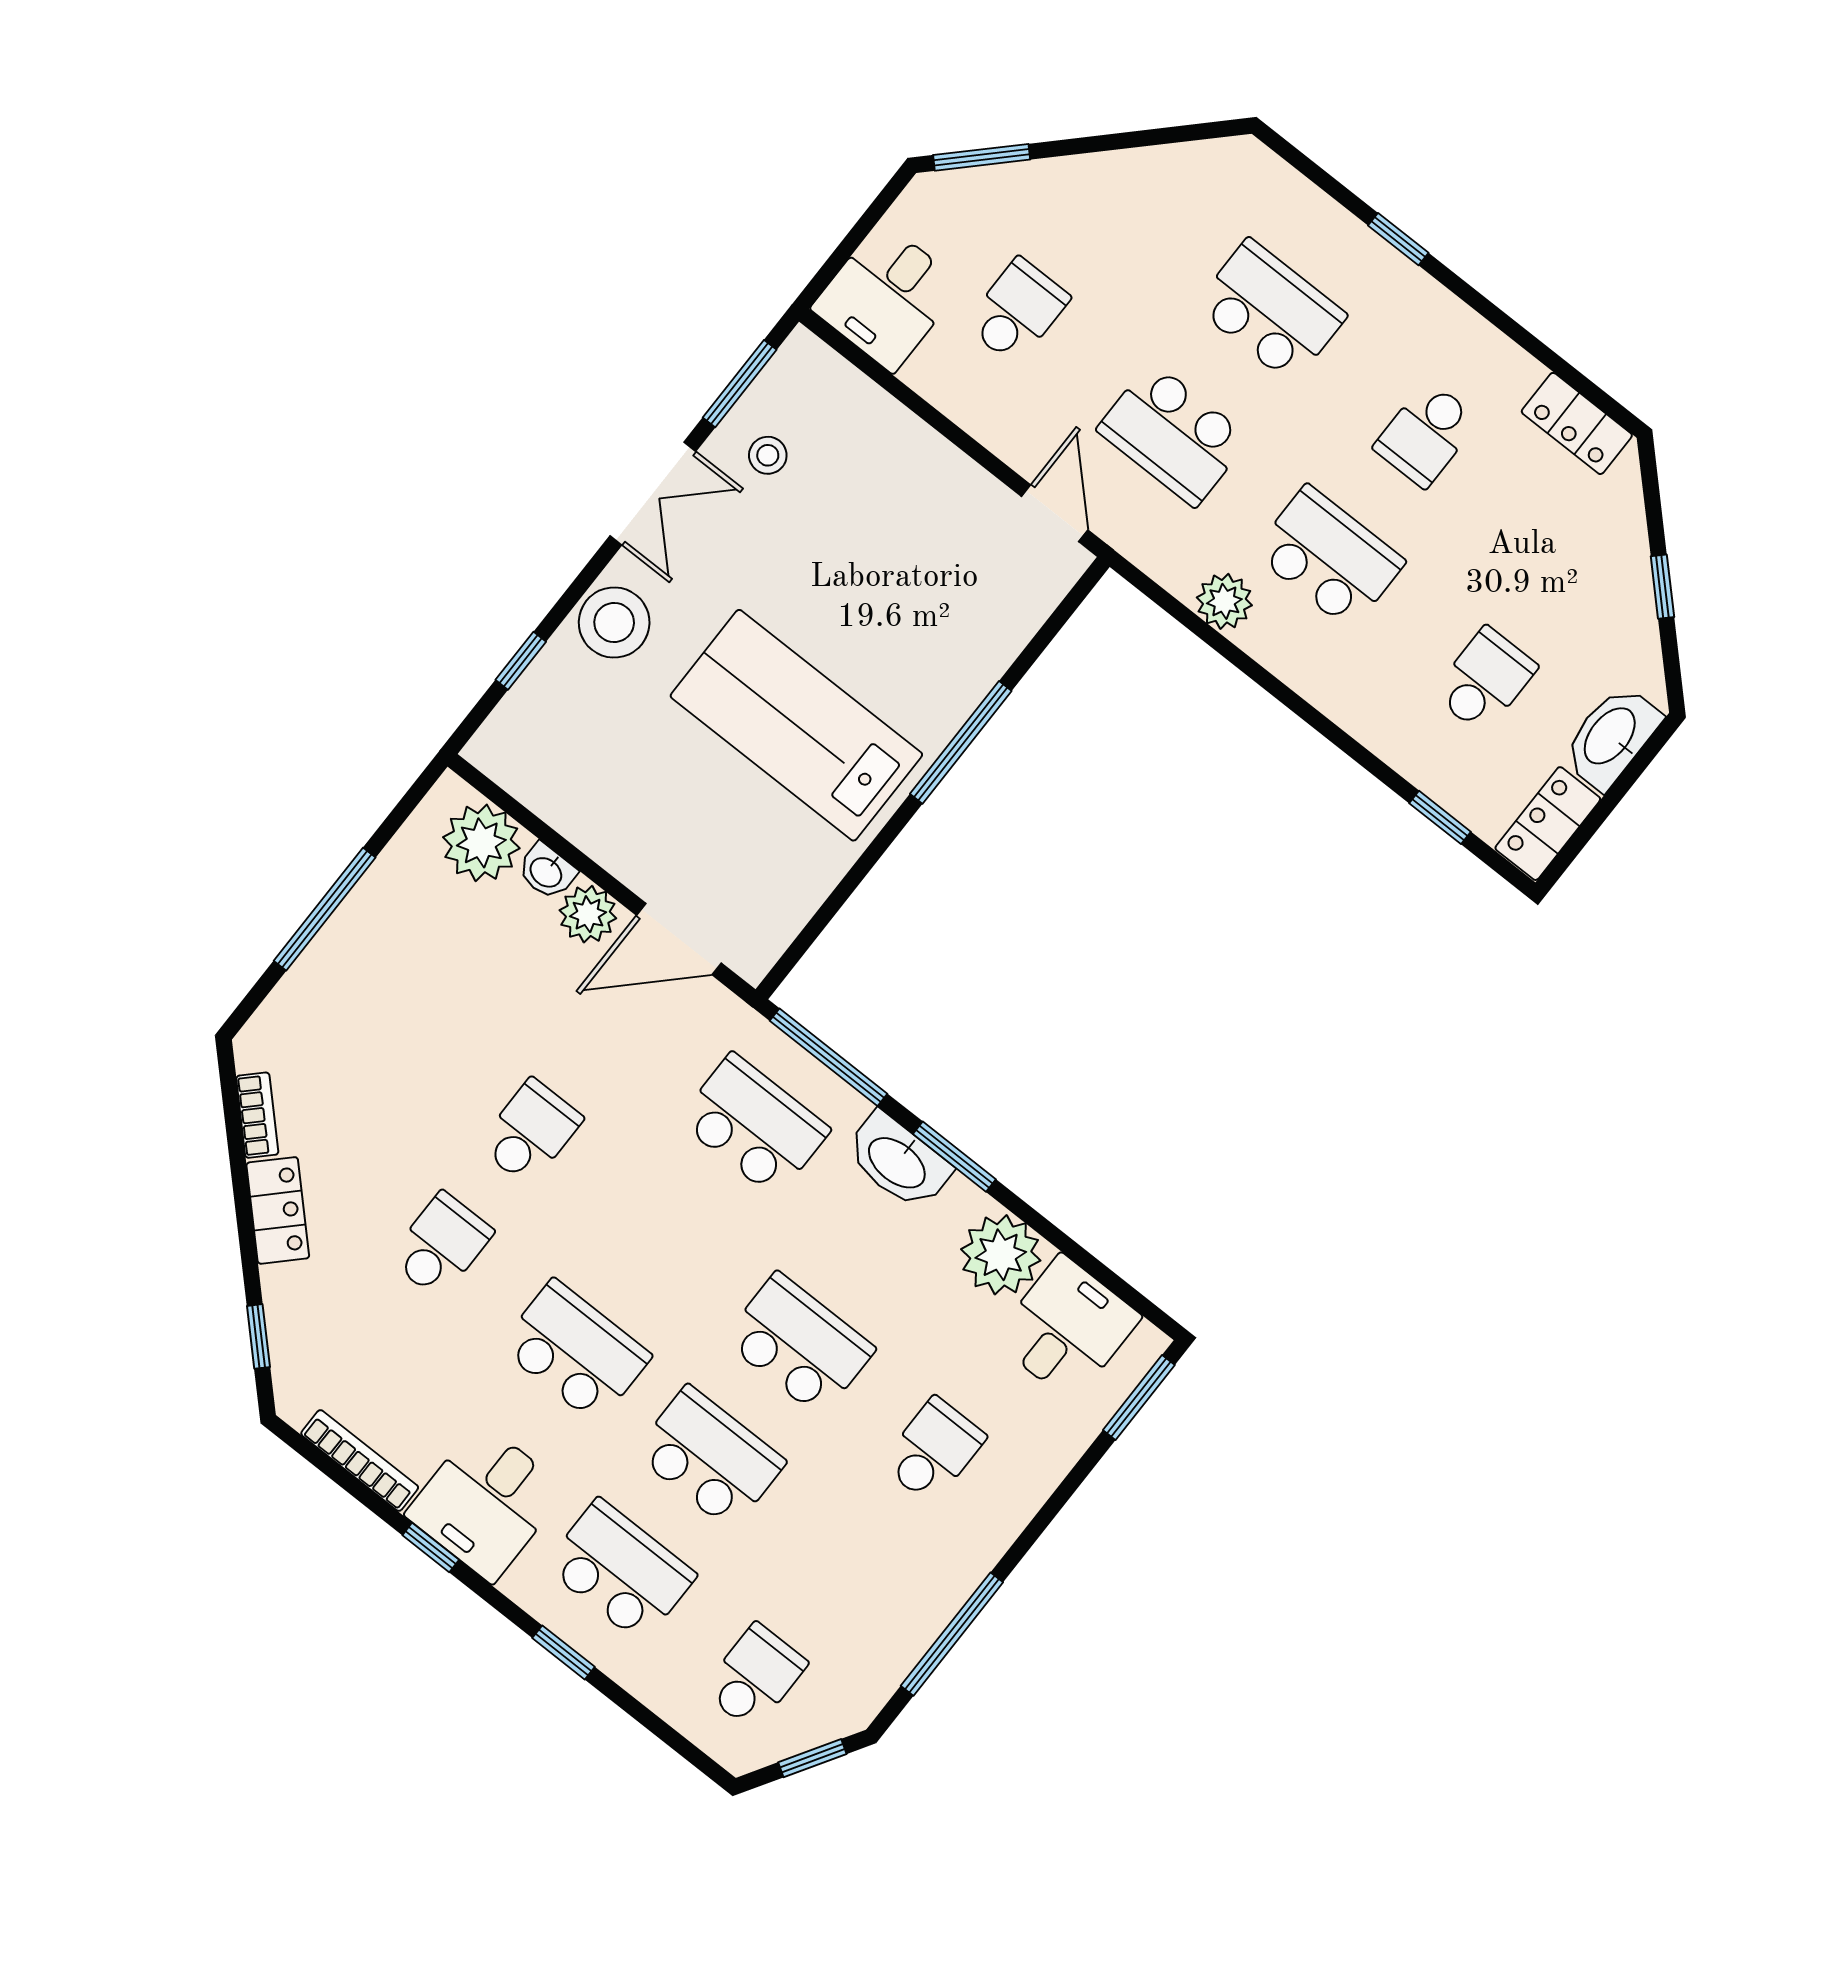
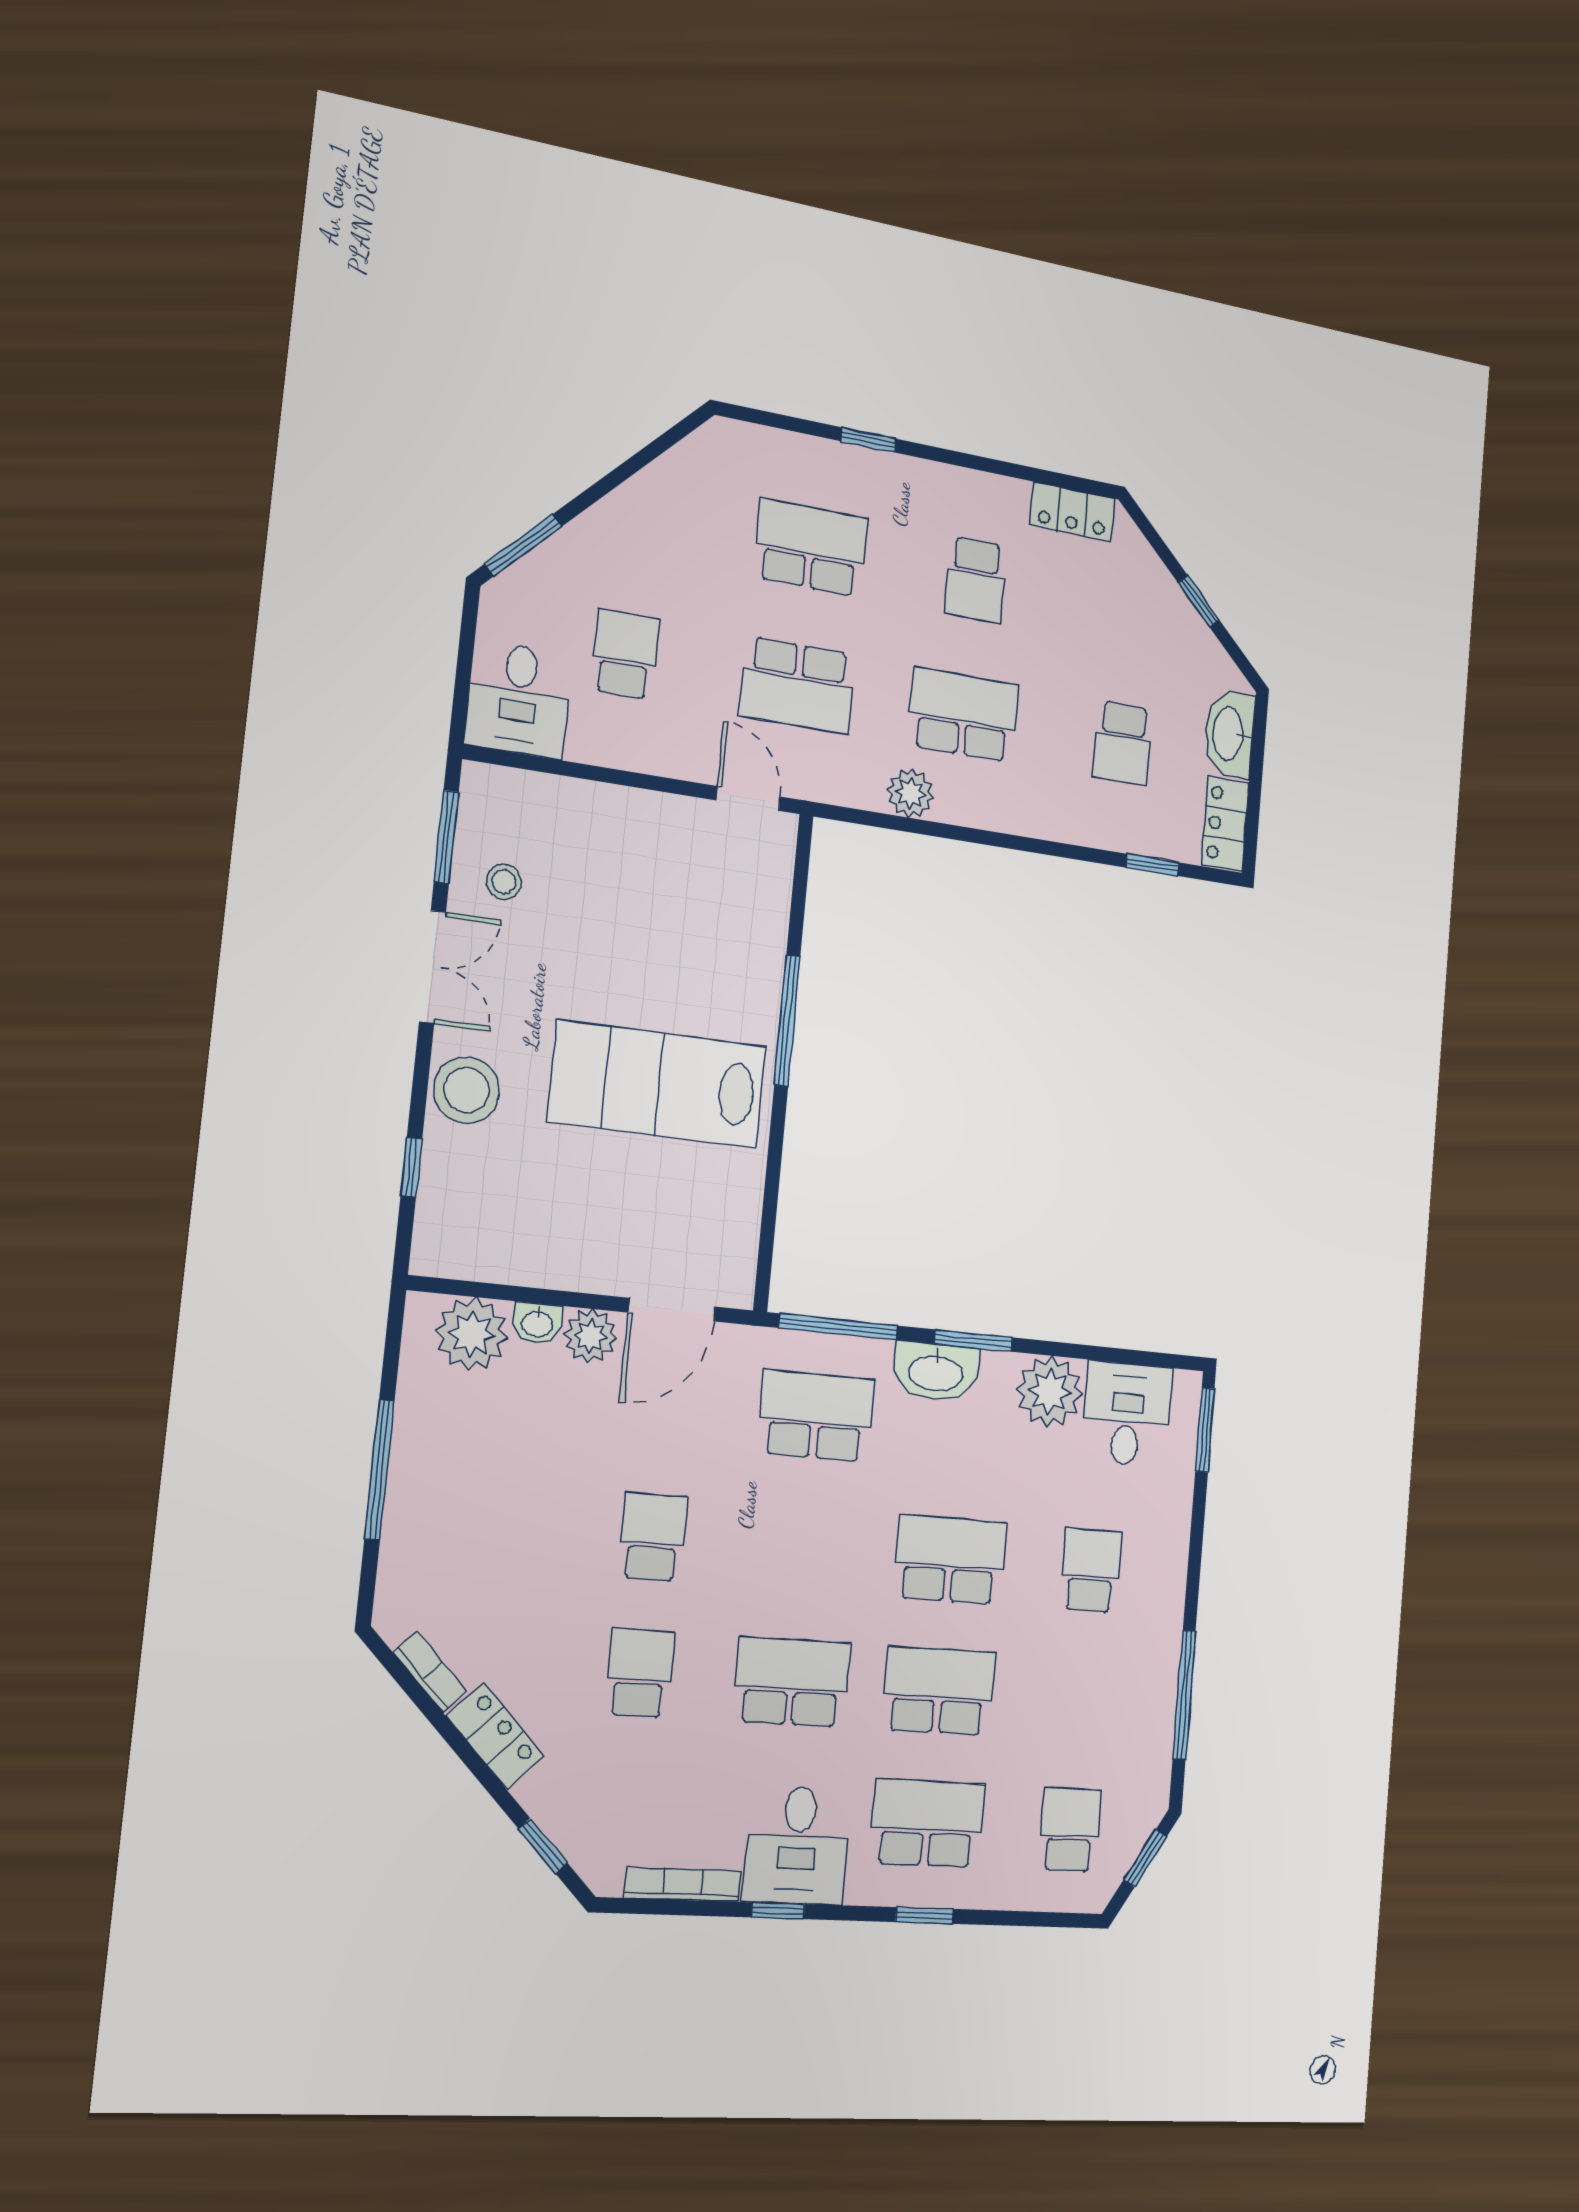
school desk: (1485, 680) -> (1123, 743), turned 180

